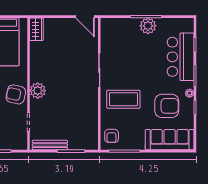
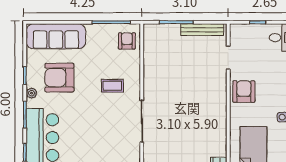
plant: (38, 91) -> (217, 96), removed
armchair: (16, 94) -> (244, 92), turned -102
coffee table: (123, 99) -> (112, 86), width x0.54, depth x0.58

